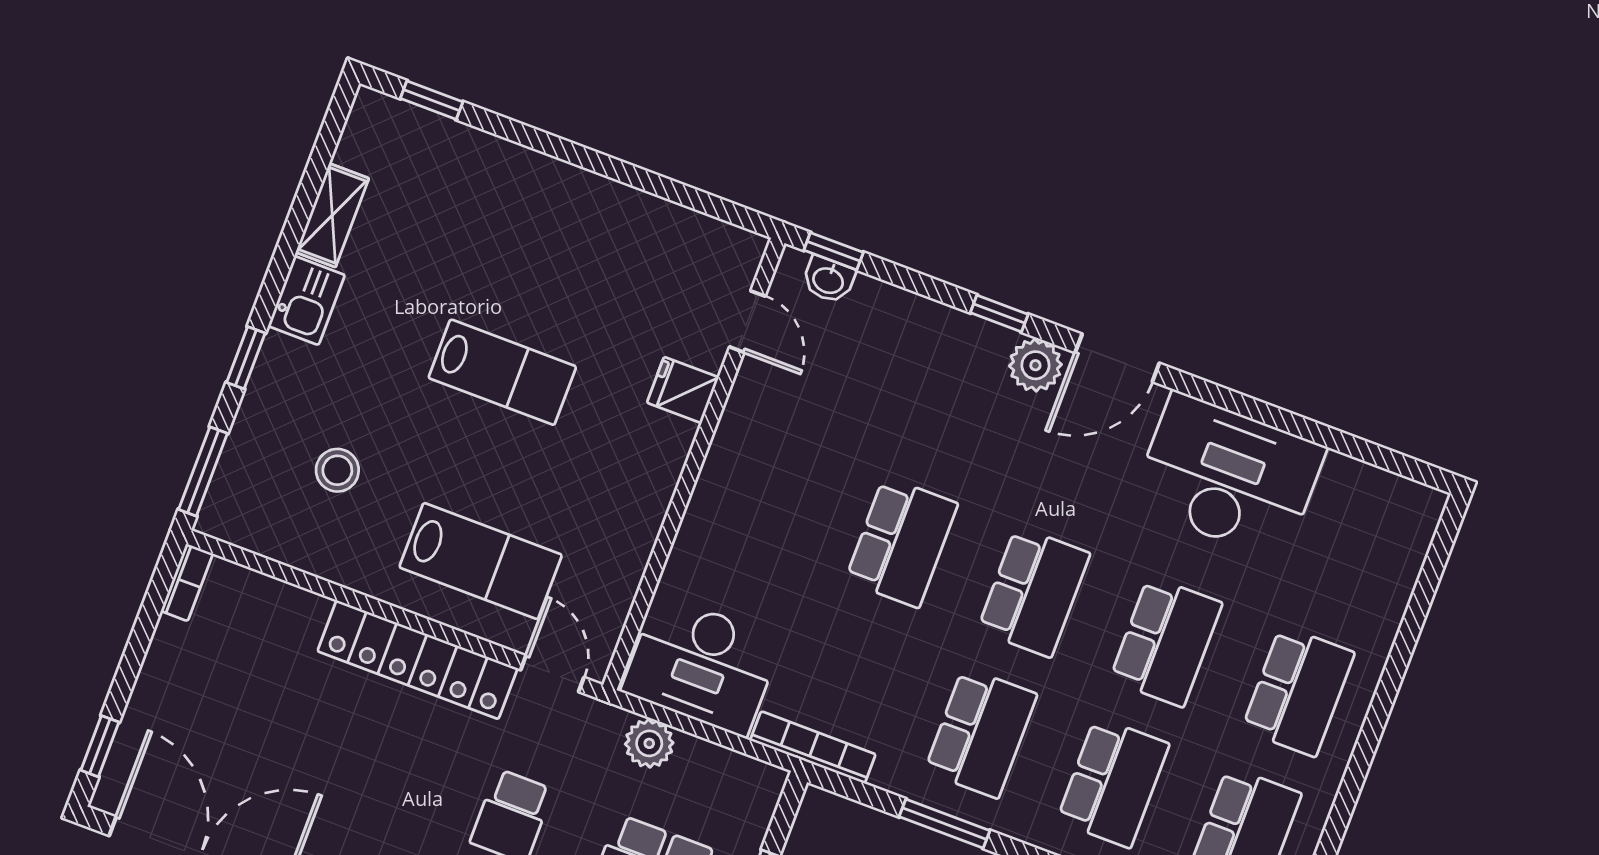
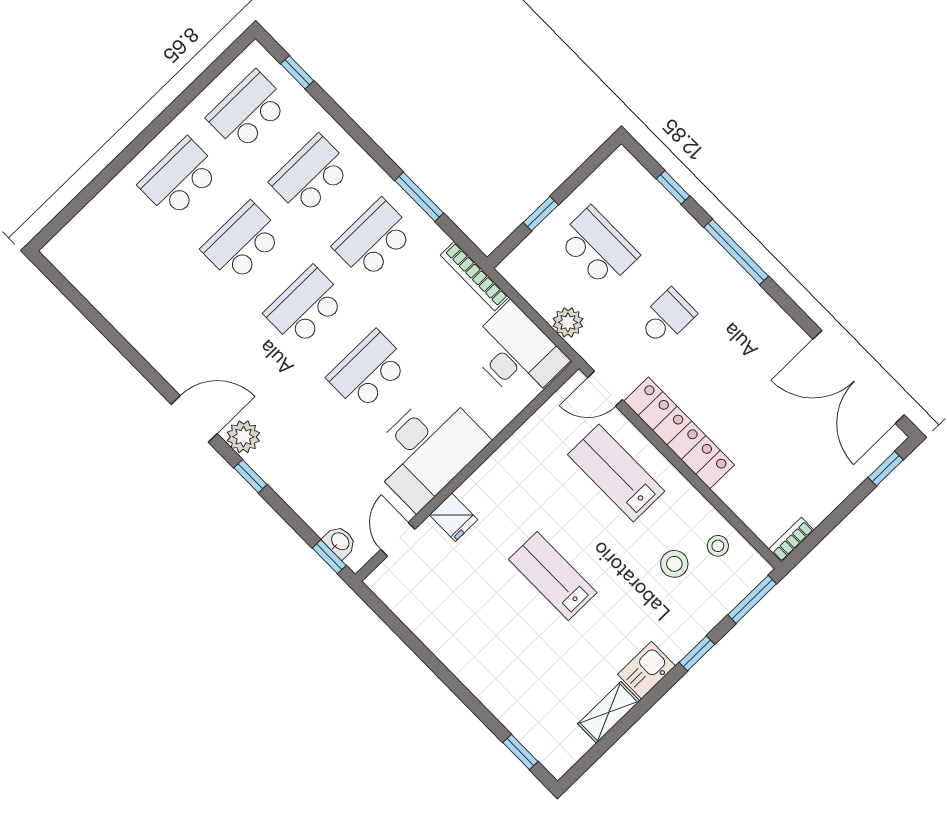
desk: (1228, 476) -> (427, 449), moved, turned -90
stool: (287, 525) -> (718, 546), added
door: (552, 674) -> (605, 389), hinge flipped

